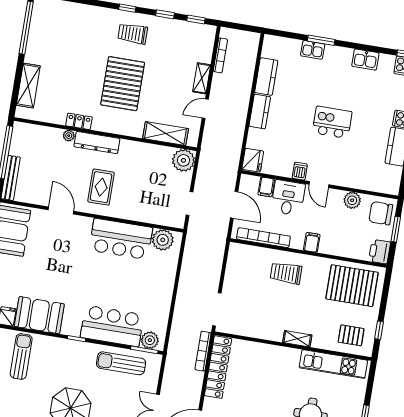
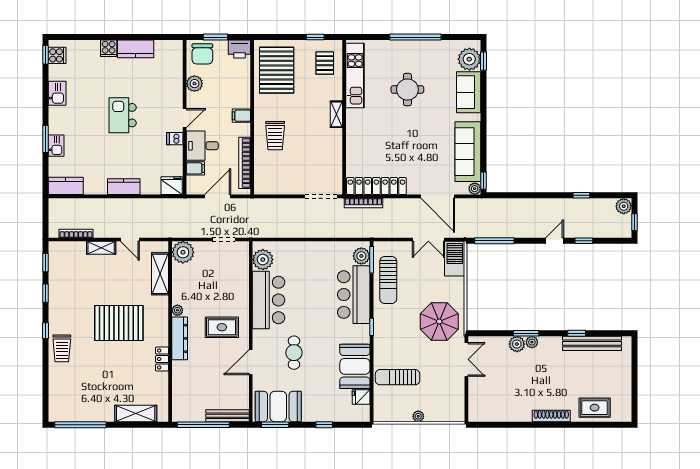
trolley: (133, 34) -> (62, 348), moved
kitchen counter: (266, 77) -> (66, 186), moved
plant: (69, 136) -> (177, 310), moved
cafe table: (63, 256) -> (294, 353), added

